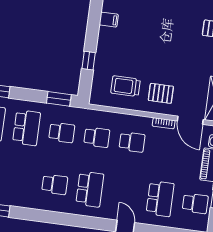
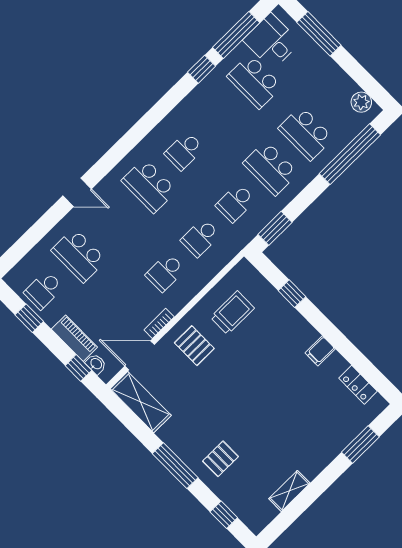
pallet: (161, 93) -> (194, 346), turned 90

